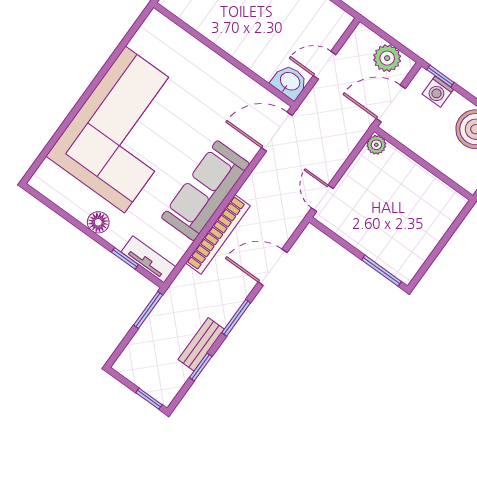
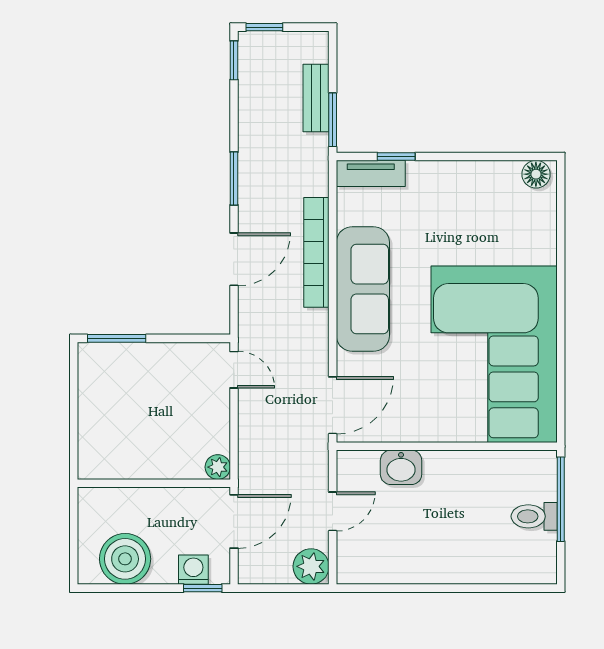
plant: (387, 58) -> (311, 566), moved
washbasin: (290, 82) -> (401, 467), moved
corner sofa: (125, 129) -> (494, 354), moved
floor lamp: (98, 222) -> (536, 174), moved
bench: (201, 344) -> (316, 98), moved
window: (201, 367) -> (234, 60), moved

